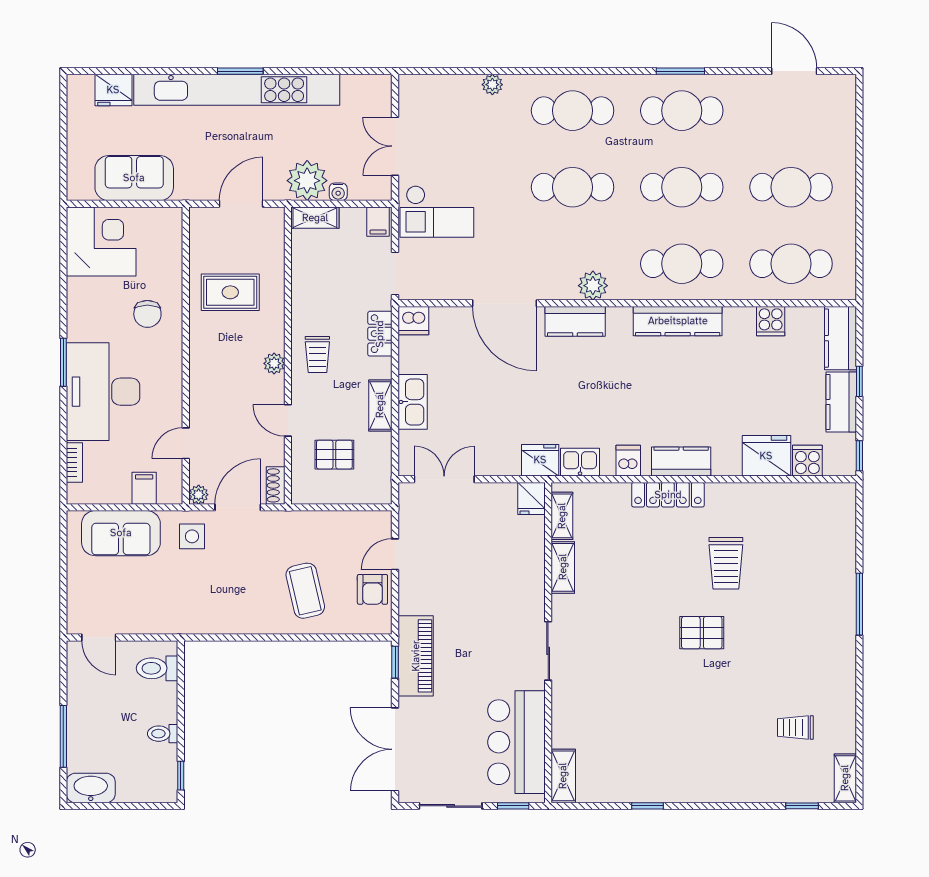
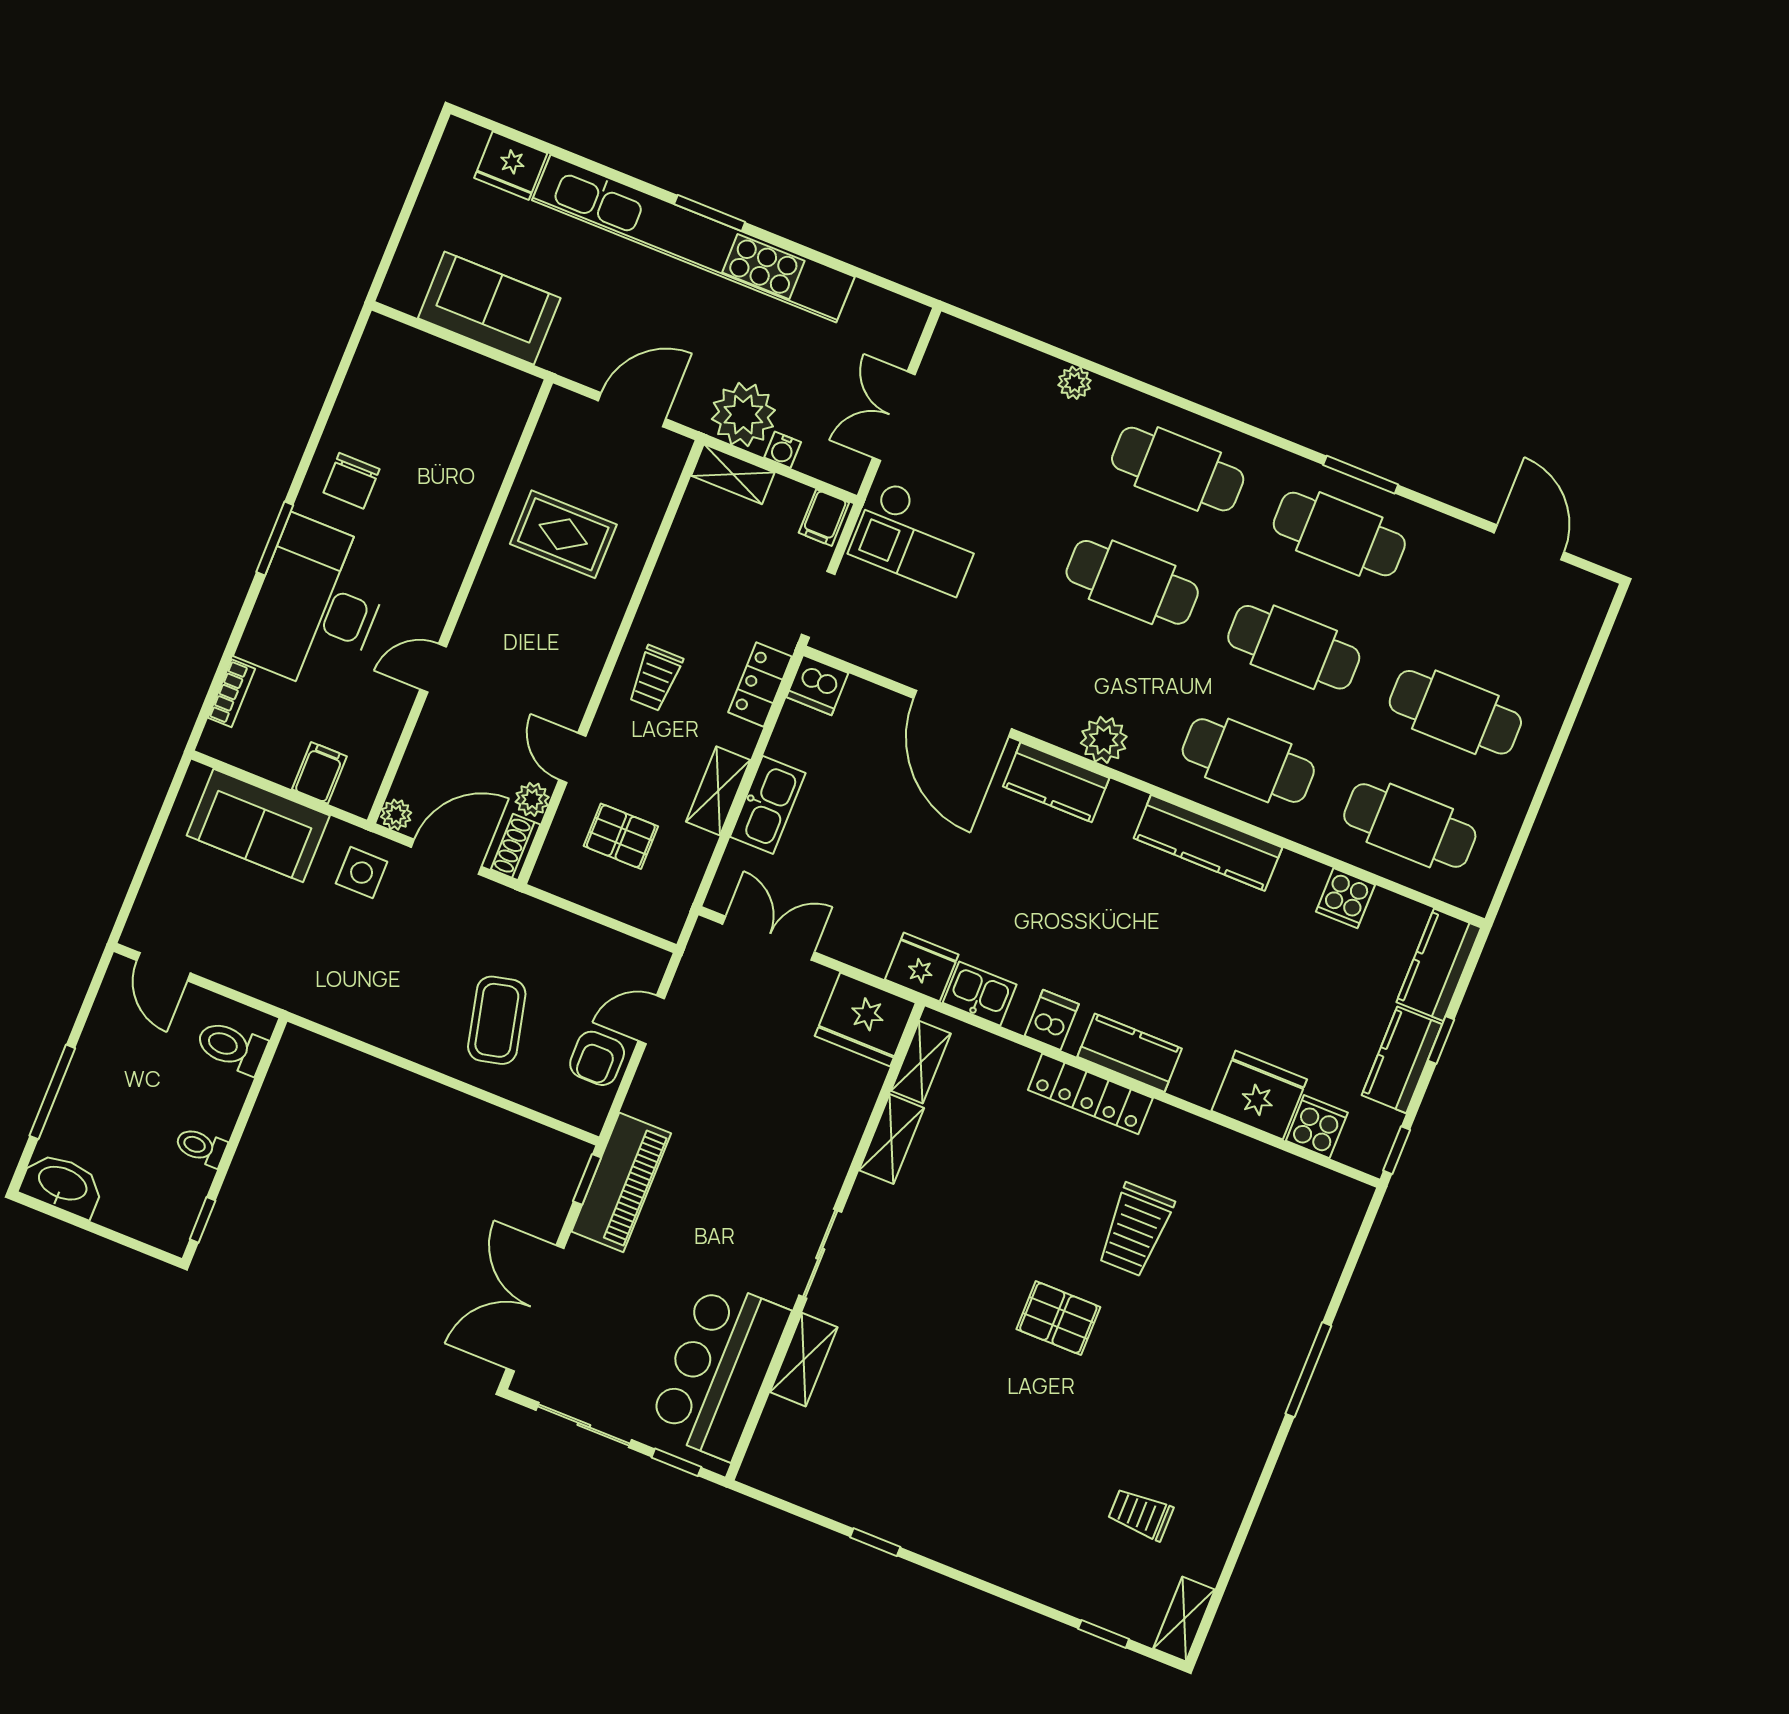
corner desk: (101, 242) -> (402, 382), removed
chair: (147, 314) -> (351, 481), moved
plant: (274, 363) -> (532, 799), moved
door: (186, 443) -> (433, 668), moved
fridge: (531, 499) -> (865, 1019), width x1.88, depth x1.34
shelving: (563, 776) -> (804, 1360), moved

